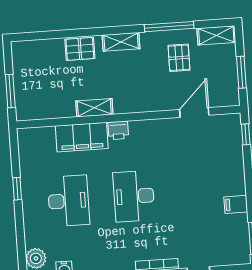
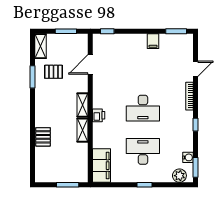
window: (169, 27) -> (32, 77), width x0.69
shelving: (121, 42) -> (83, 105), moved
door: (194, 112) -> (90, 64), hinge flipped
filing cabinet: (82, 137) -> (101, 166), moved
window: (17, 189) -> (145, 185), moved

